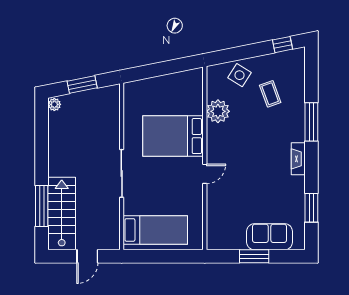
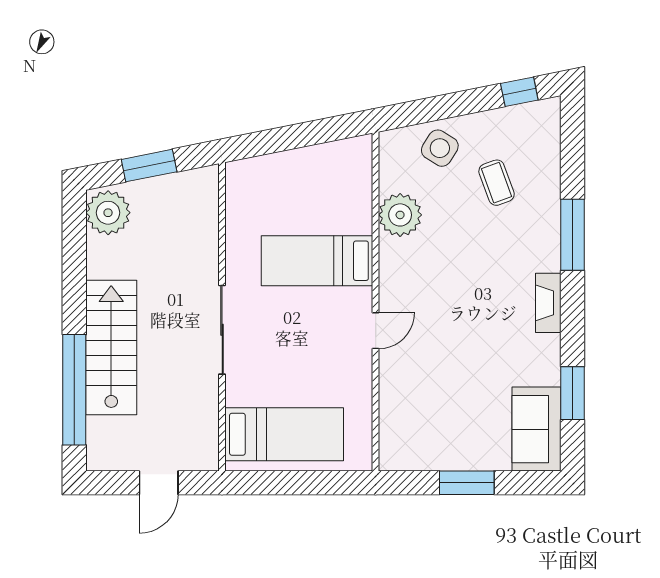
plant: (54, 104) -> (108, 213), width x1.87, depth x1.87
bed: (173, 136) -> (317, 261), width x0.67
window: (42, 206) -> (74, 390), width x1.46
stairs: (62, 214) -> (111, 348), moved
sofa: (270, 237) -> (537, 429), moved, turned -90

